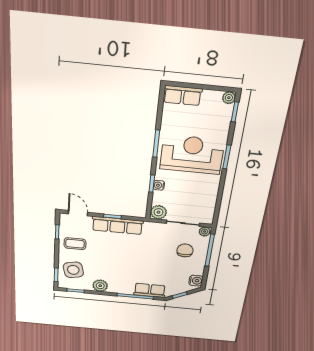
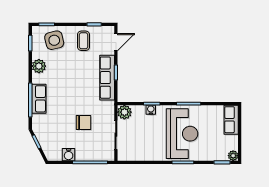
plant: (205, 232) -> (109, 155), removed
chair: (185, 250) -> (83, 123), moved
water cooler: (196, 281) -> (69, 155), moved
row of seats: (150, 290) -> (39, 99), moved

